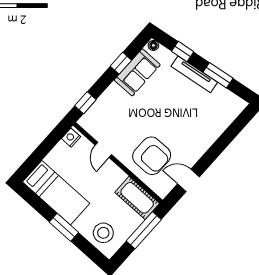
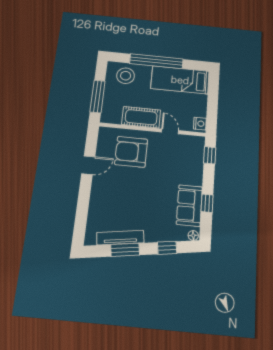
tv unit: (194, 74) -> (120, 238), moved
door: (188, 180) -> (88, 165), moved
cot: (137, 198) -> (141, 117), moved
window: (64, 227) -> (156, 61), width x2.11

